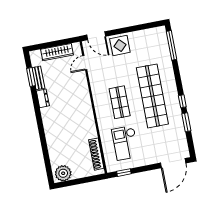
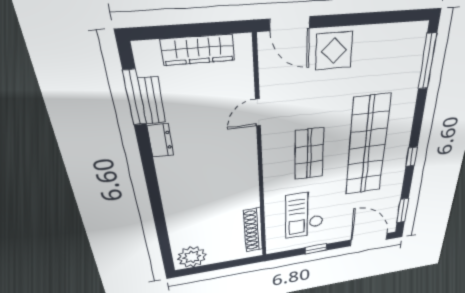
door: (85, 63) -> (258, 112), moved
window: (31, 77) -> (135, 98), width x1.44
window: (186, 122) -> (403, 211), moved
door: (173, 163) -> (369, 240), swing flipped
window: (124, 173) -> (316, 249), moved

